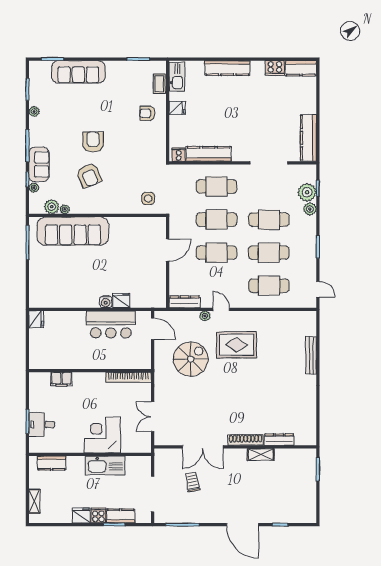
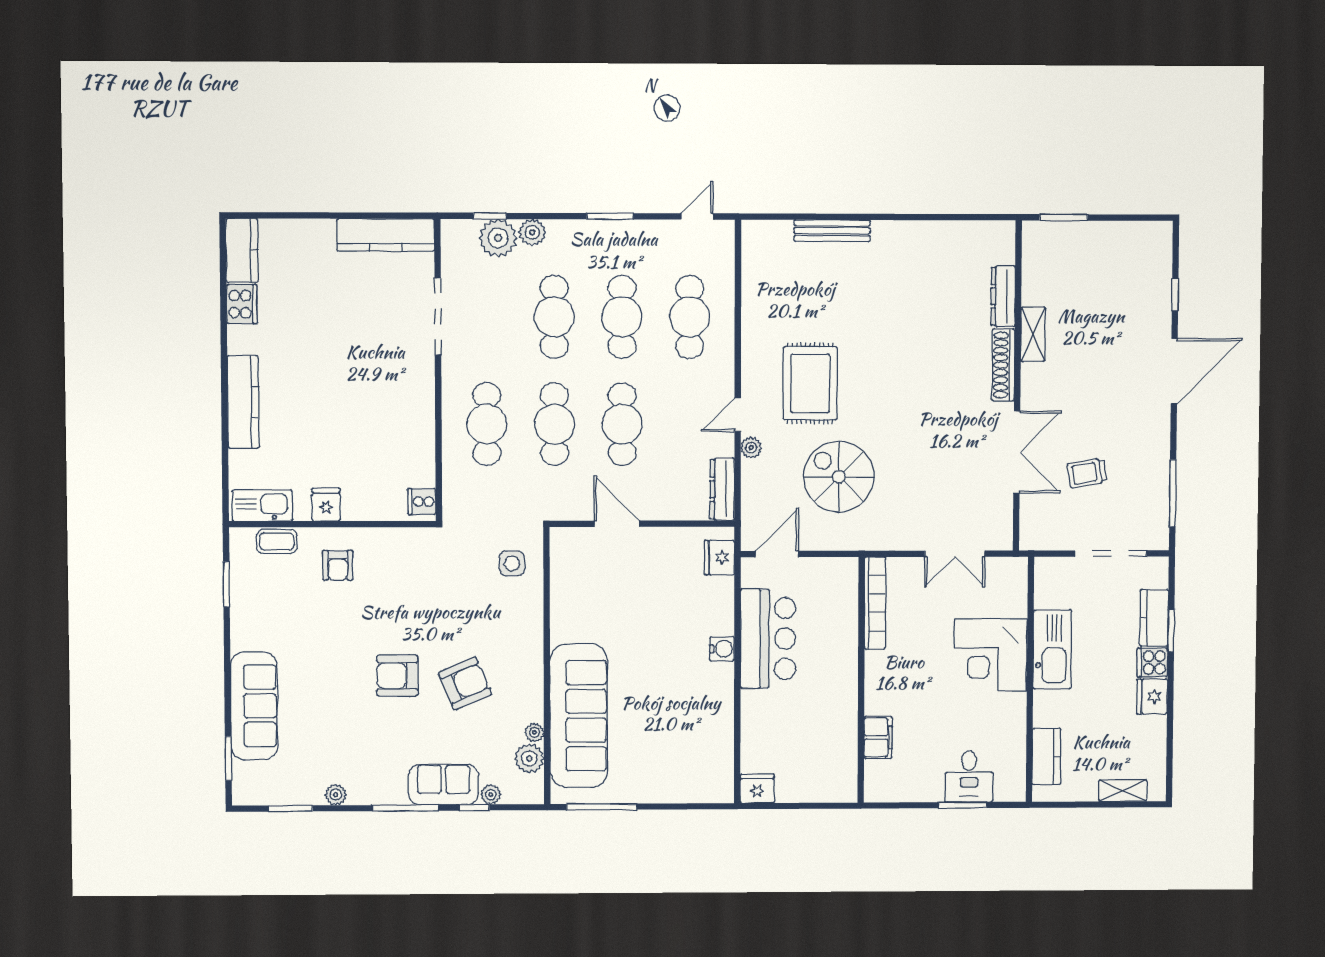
kitchen counter: (209, 154) -> (420, 440), removed
fridge: (121, 300) -> (719, 558), moved

